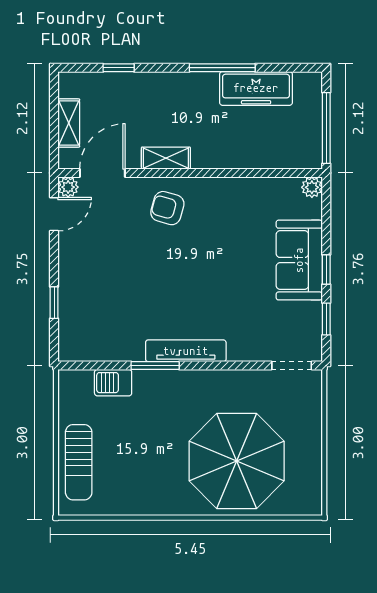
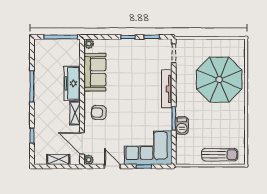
freezer: (256, 88) -> (72, 83), moved, turned 180
armchair: (167, 208) -> (99, 113), turned 76
door: (54, 214) -> (112, 166), moved
sofa: (299, 260) -> (95, 72), moved, turned -90
corner sofa: (93, 312) -> (148, 148), added
tv unit: (186, 351) -> (167, 89), moved
barbecue: (113, 383) -> (182, 125), moved

